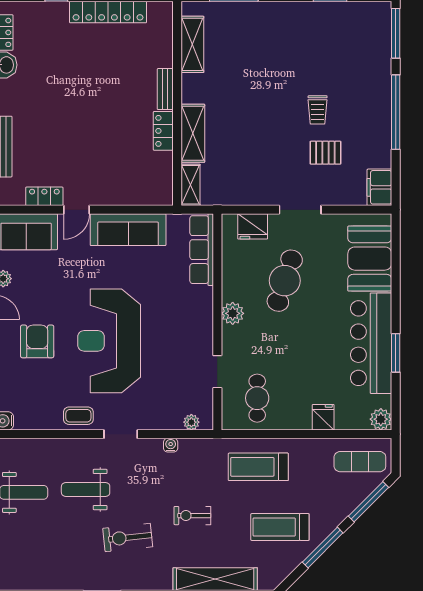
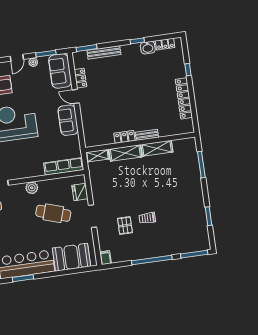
shelving: (192, 44) -> (157, 148), moved
filing cabinet: (379, 187) -> (106, 258), width x0.50
sofa: (128, 230) -> (68, 120), width x0.73

